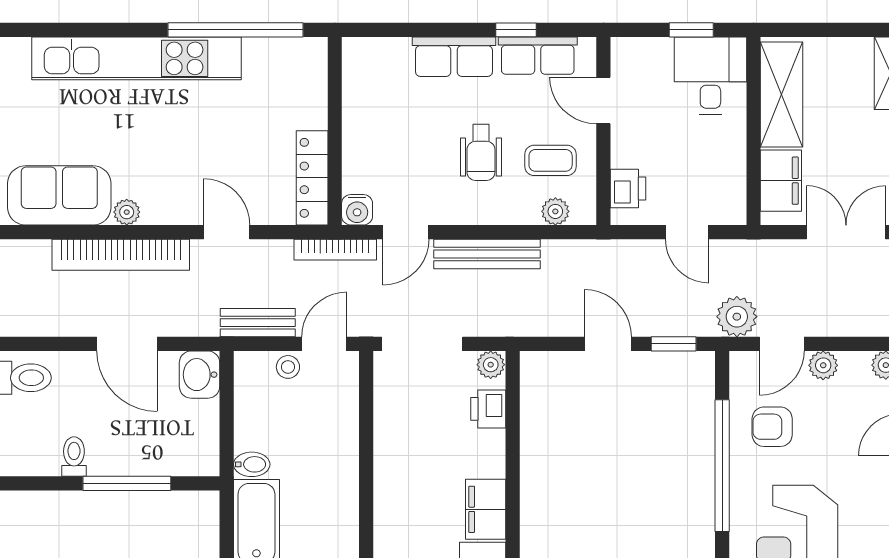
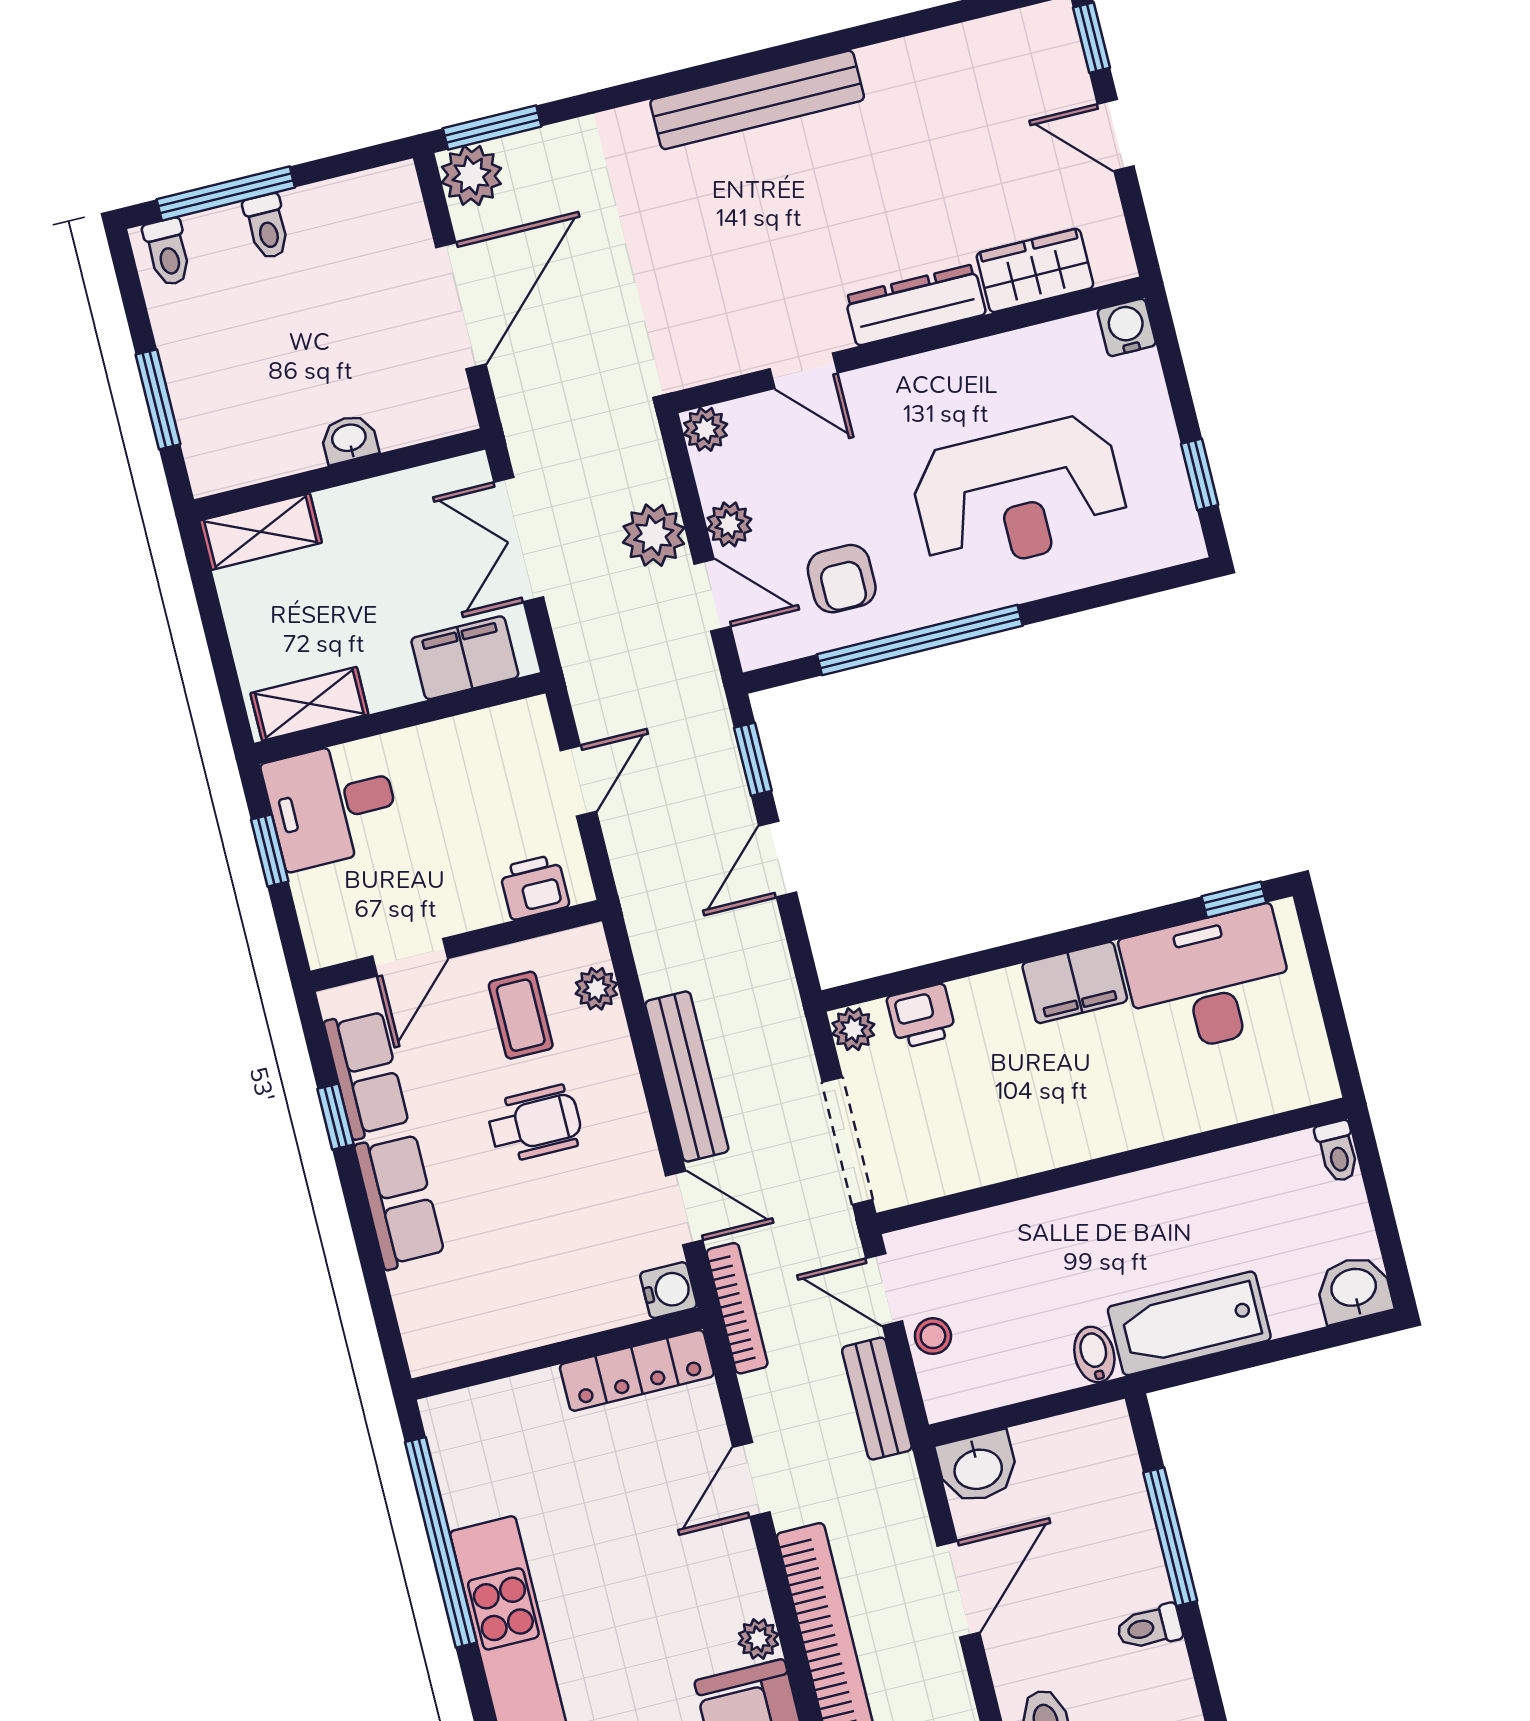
shelving: (782, 95) -> (309, 704), width x0.67, depth x0.75
plant: (737, 317) -> (654, 535), moved

